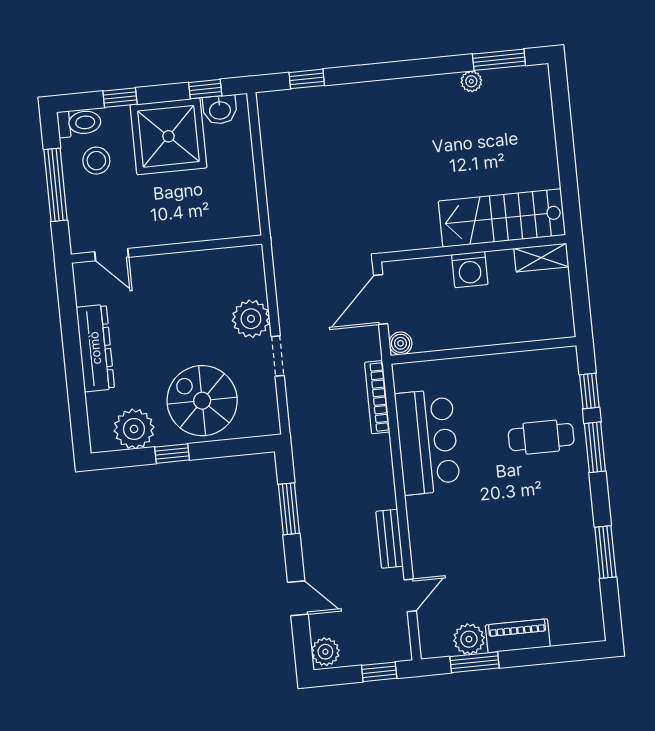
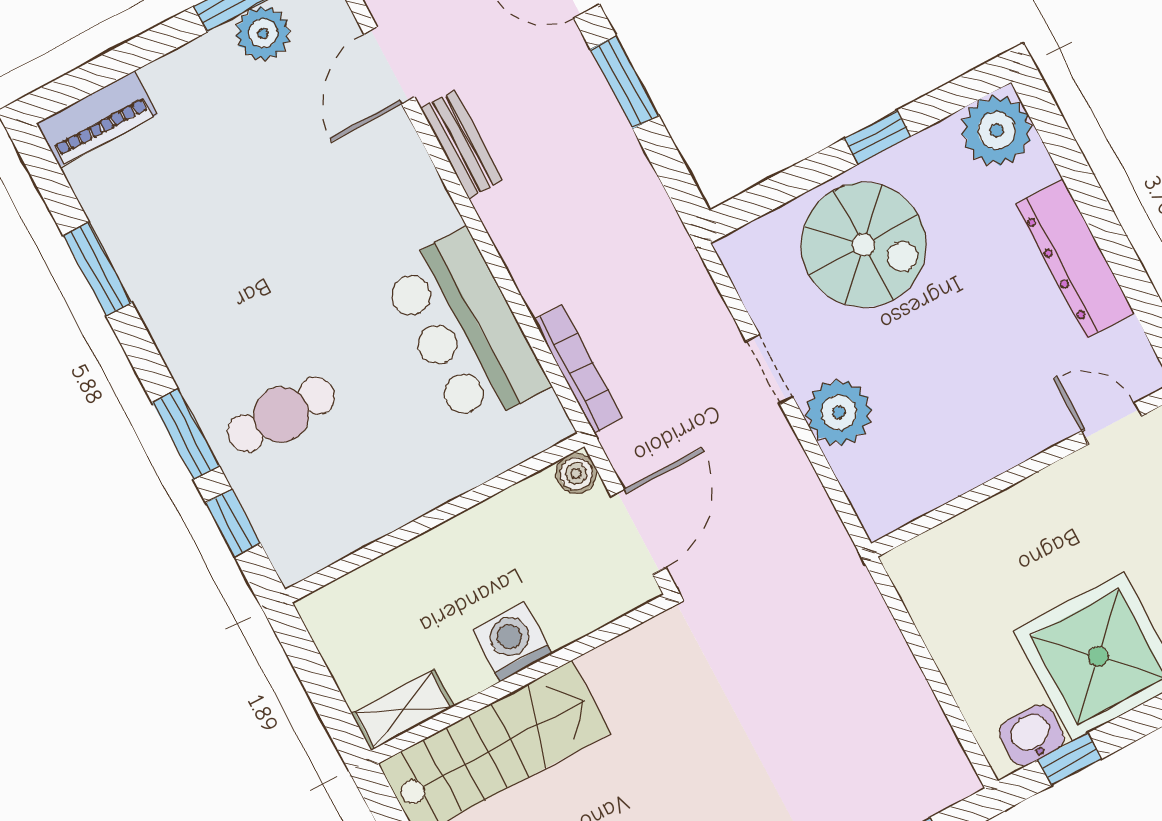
plant: (134, 429) -> (997, 130), moved
window: (289, 509) -> (624, 82), moved
door: (410, 595) -> (389, 65), width x1.38
piano: (518, 636) -> (97, 119), moved

